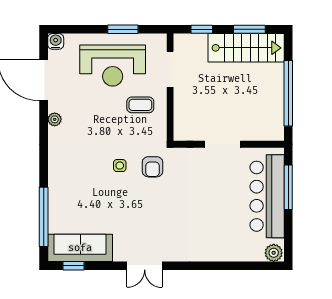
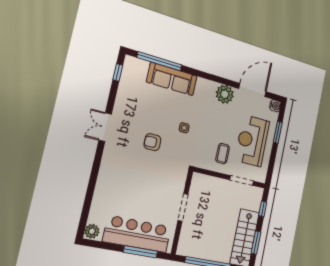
window: (123, 29) -> (278, 132), moved
plant: (55, 119) -> (225, 94), width x1.87, depth x1.87
armchair: (153, 167) -> (152, 142), moved
sofa: (80, 248) -> (172, 79), moved, turned 90

